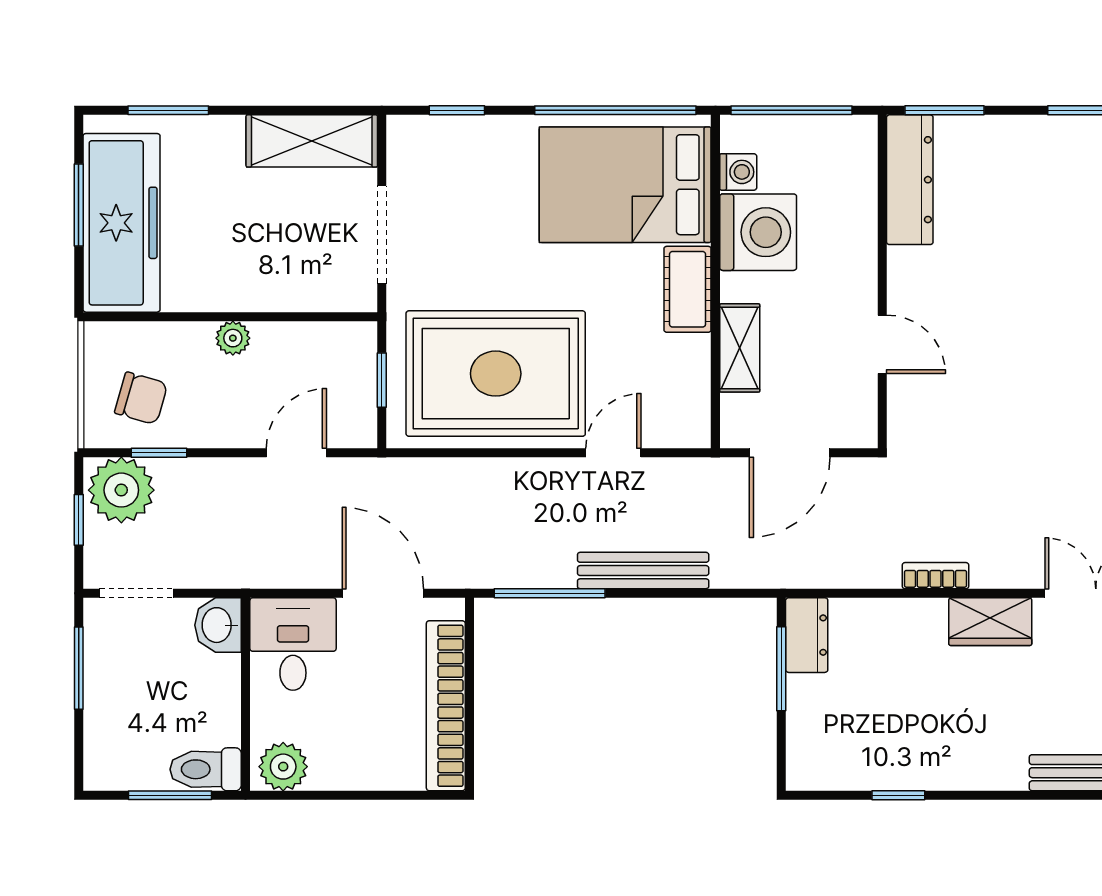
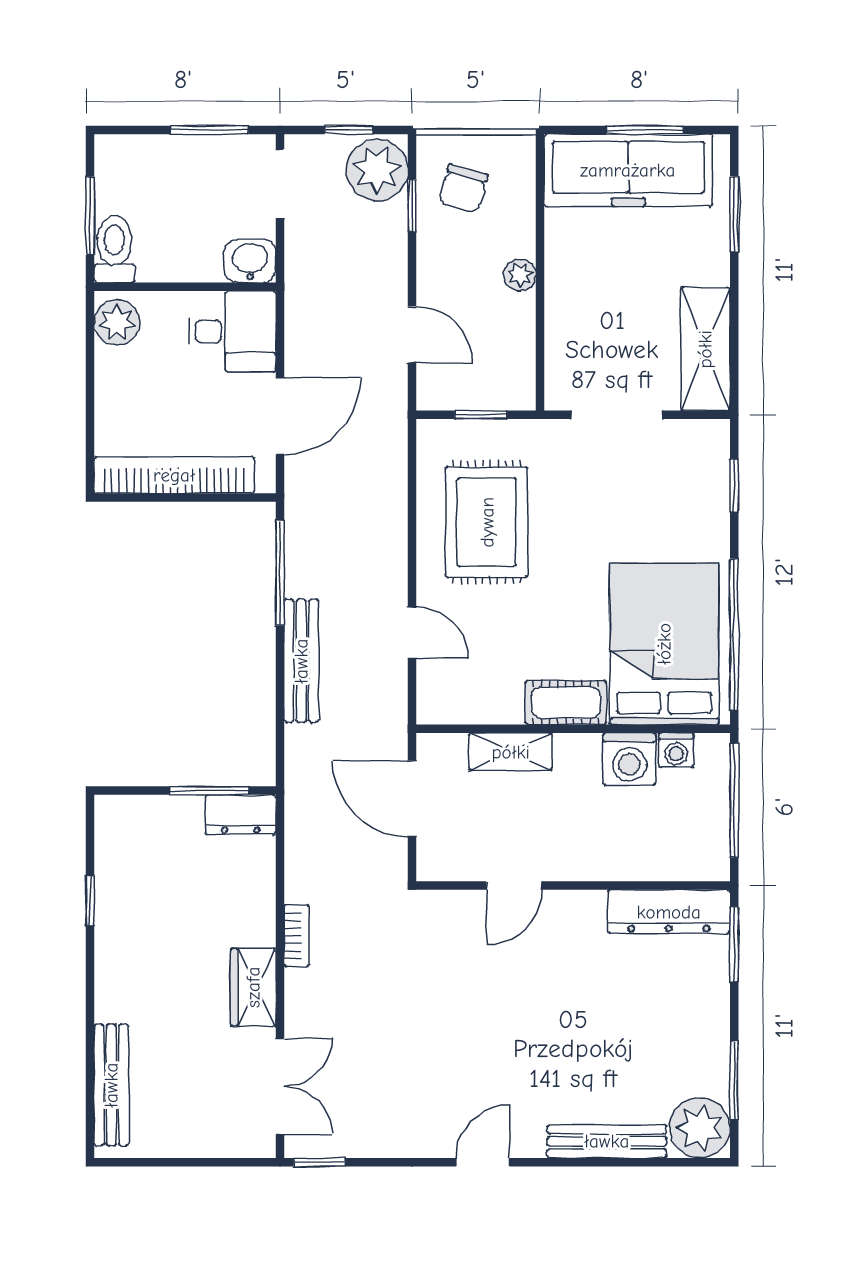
washing machine: (758, 232) -> (629, 759), width x0.73, depth x0.73
rug: (496, 374) -> (487, 522), width x0.73, depth x0.69

